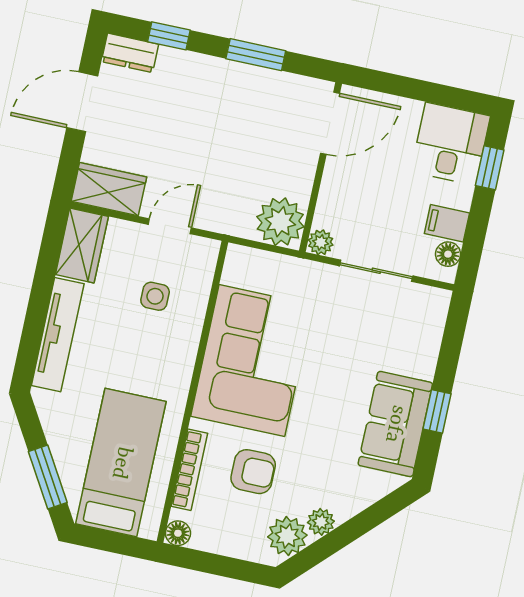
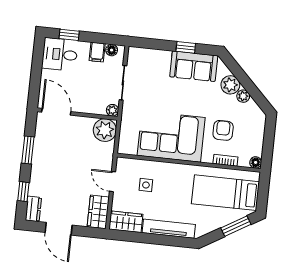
bookcase: (189, 470) -> (225, 160), width x0.64
plant: (287, 536) -> (230, 85), moved

